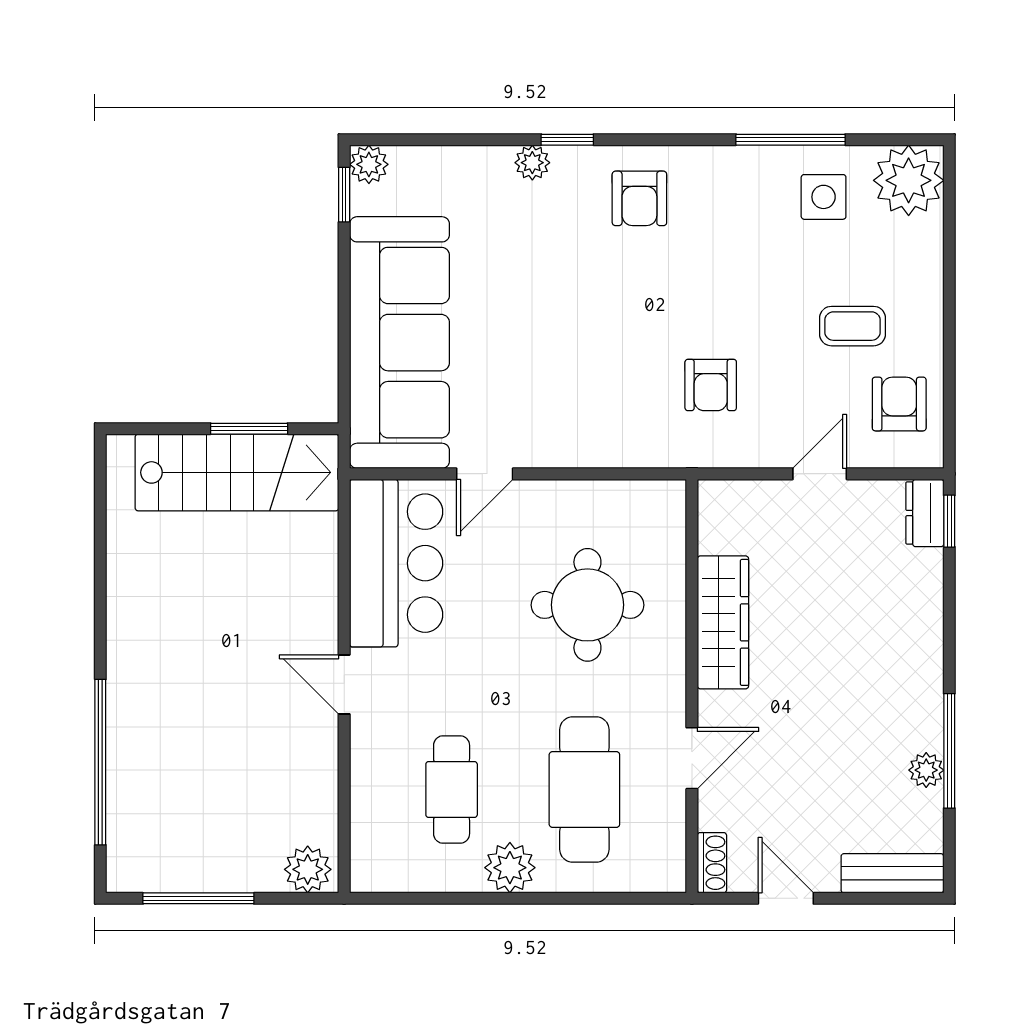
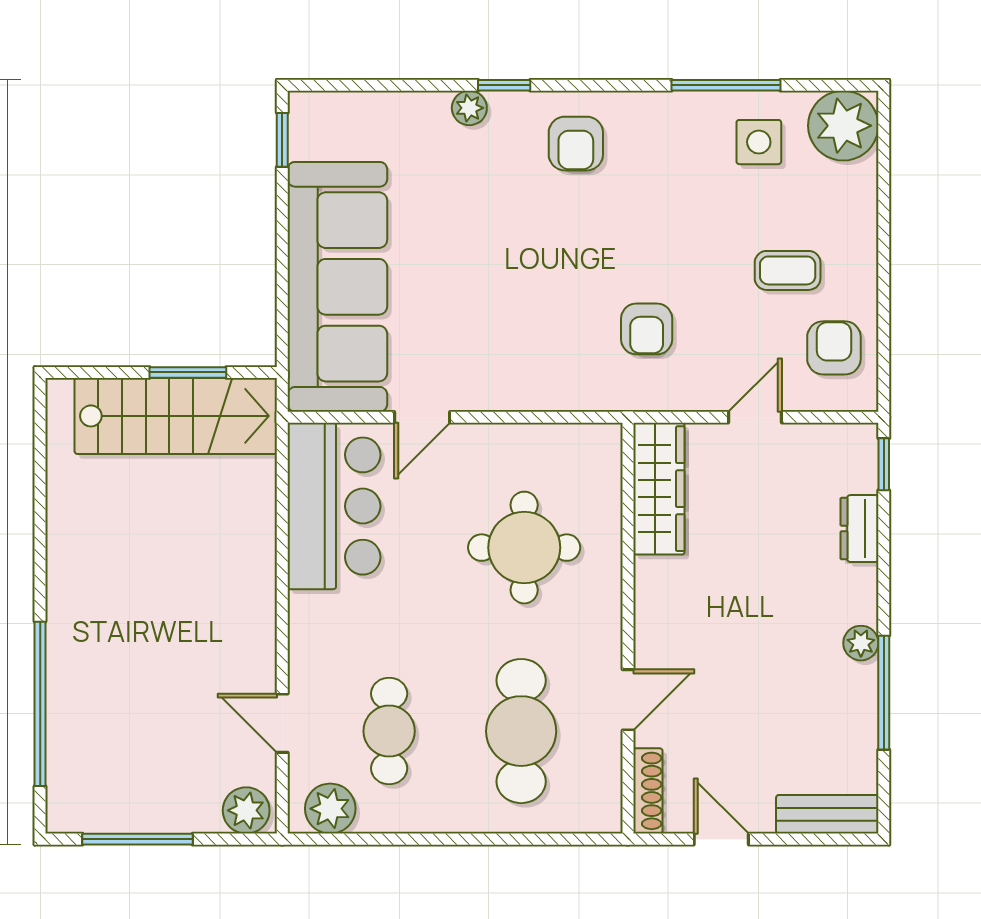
plant: (369, 164) -> (307, 110), removed
dresser: (925, 513) -> (859, 529), moved
wardrobe: (723, 622) -> (659, 489), moved
door: (344, 684) -> (282, 723), moved
plant: (926, 770) -> (861, 643), moved
shoe rack: (712, 863) -> (648, 791), width x1.43
plant: (510, 868) -> (330, 809), moved

